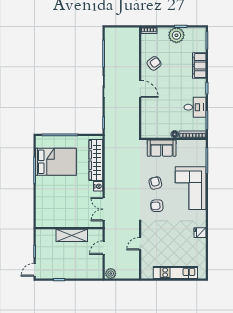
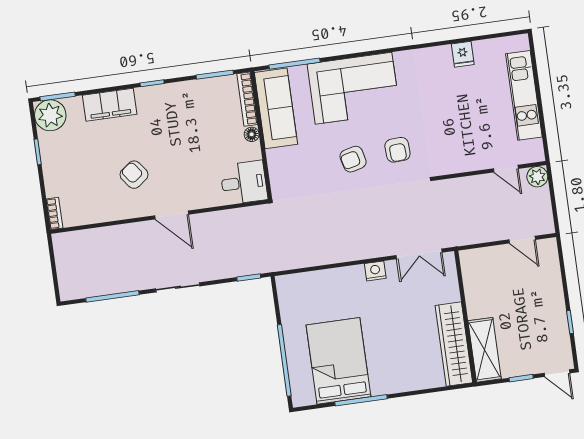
plant: (176, 35) -> (50, 115), moved
armchair: (154, 63) -> (134, 175), moved
door: (140, 89) -> (172, 215), swing flipped
desk: (195, 107) -> (244, 183), moved, turned 90
sofa: (162, 148) -> (276, 108), moved, width x1.36
wardrobe: (96, 160) -> (454, 344), moved, turned 90
fridge: (200, 233) -> (463, 54), moved
shelving: (72, 235) -> (485, 350), moved
door: (140, 244) -> (506, 169), moved
door: (104, 248) -> (522, 240), moved
plant: (111, 274) -> (537, 177), moved

